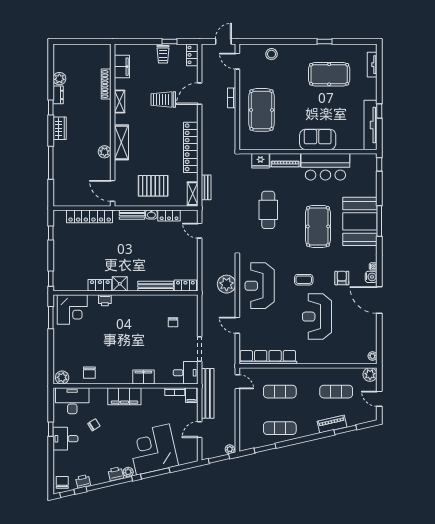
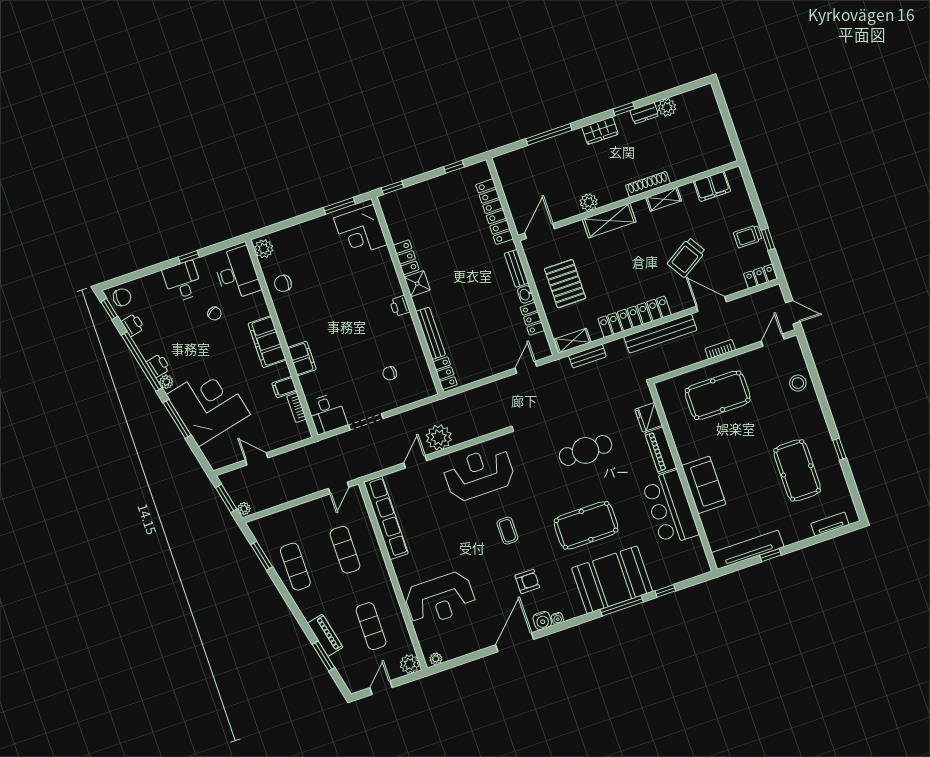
shoe rack: (106, 84) -> (648, 184), moved
trolley: (163, 100) -> (686, 257), turned -122
window: (379, 164) -> (665, 591), moved
plant: (227, 284) -> (439, 437), moved
printer: (105, 300) -> (400, 306), moved
reception desk: (317, 317) -> (440, 599), moved, turned 180
bench: (208, 393) -> (660, 334), moved
filing cabinet: (191, 395) -> (284, 387), moved

